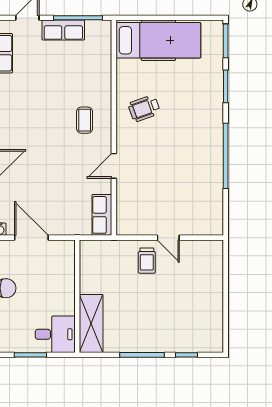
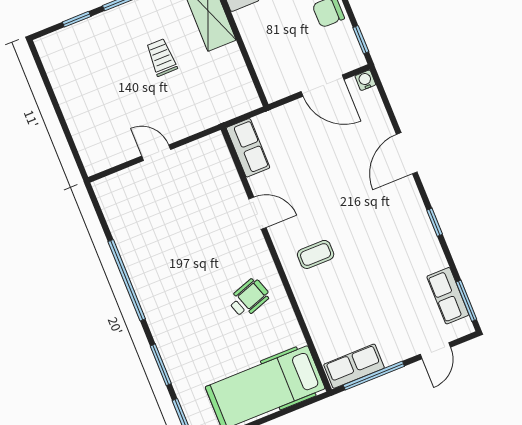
row of seats: (63, 30) -> (354, 366), moved
coffee table: (85, 120) -> (316, 254), turned 90
door: (114, 166) -> (257, 213), hinge flipped
trolley: (147, 261) -> (162, 57), moved

